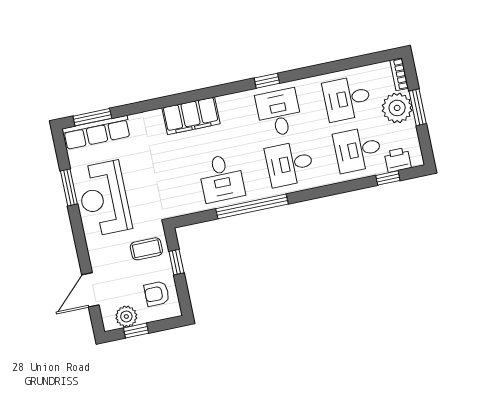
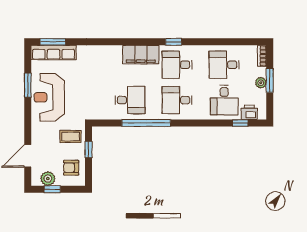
plant: (397, 108) -> (261, 83), width x0.53, depth x0.53
desk: (279, 113) -> (177, 65), turned -90
filing cabinet: (191, 116) -> (141, 55), moved
desk: (358, 150) -> (224, 100), turned -90
desk: (221, 178) -> (130, 100), turned -90

